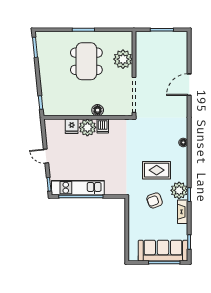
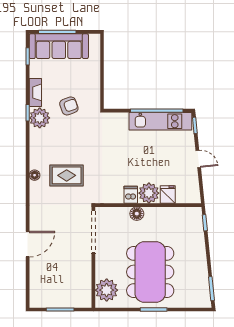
plant: (123, 59) -> (107, 290), moved
dining table: (86, 61) -> (150, 272), width x1.36, depth x1.24
rug: (157, 170) -> (67, 175), moved

